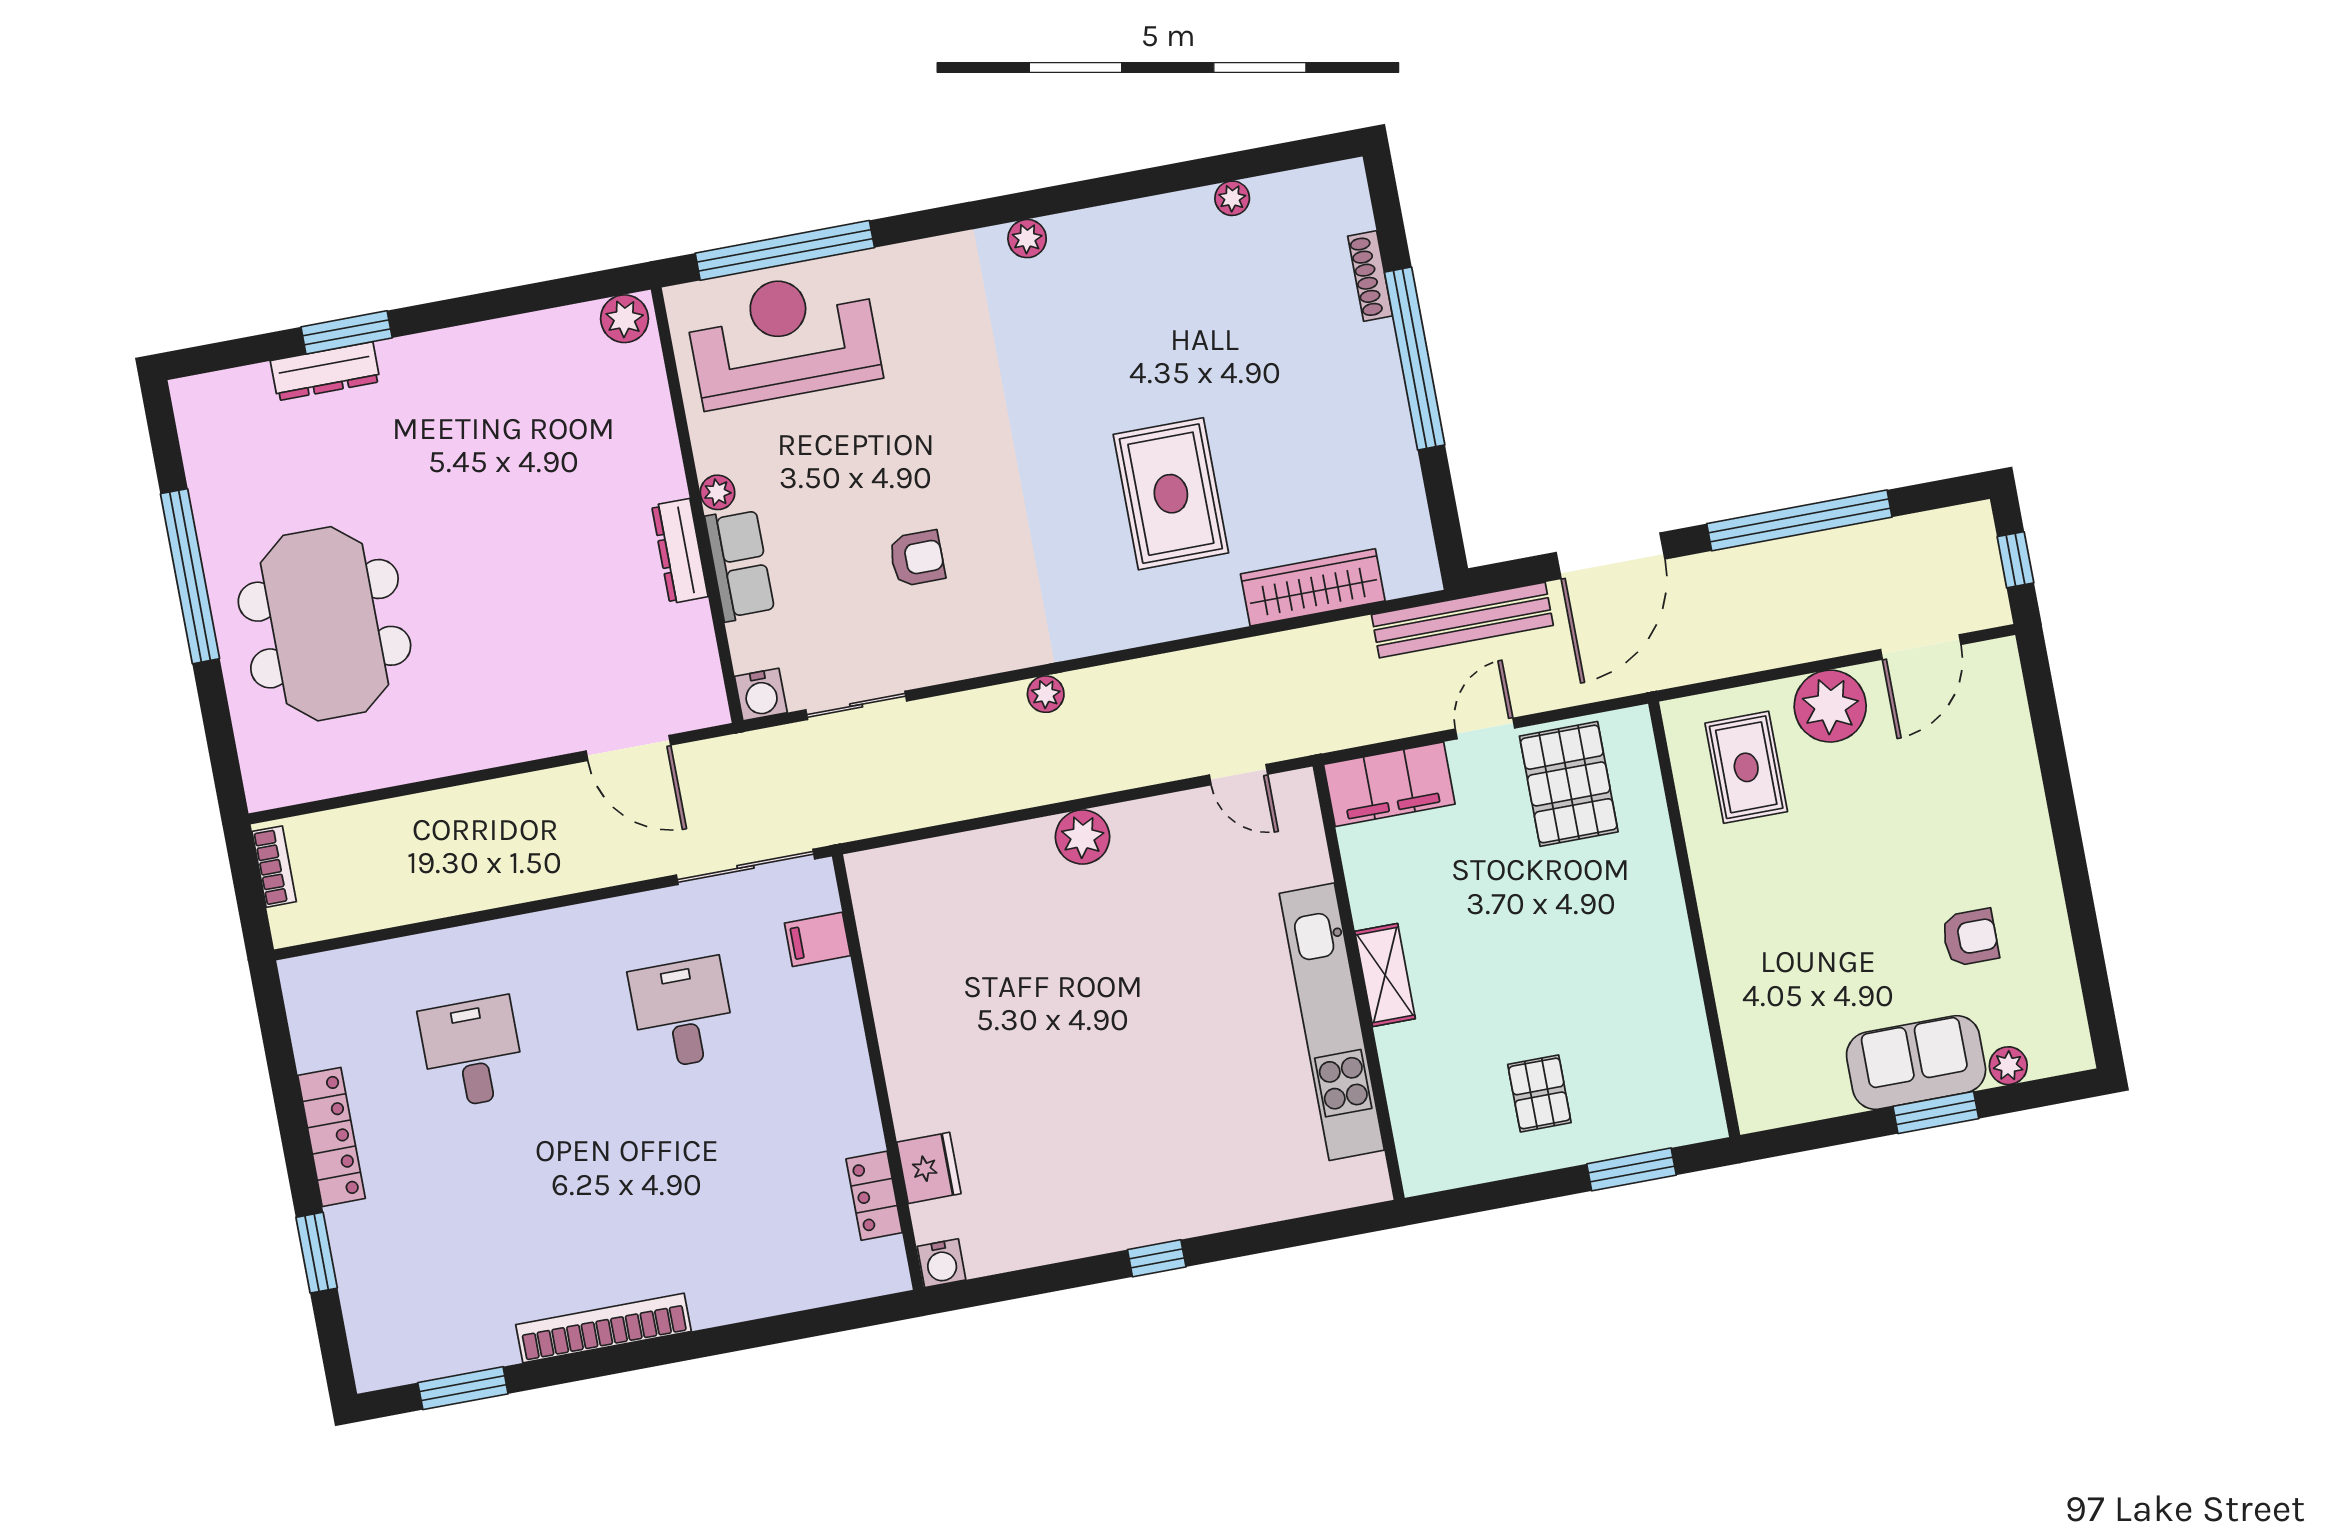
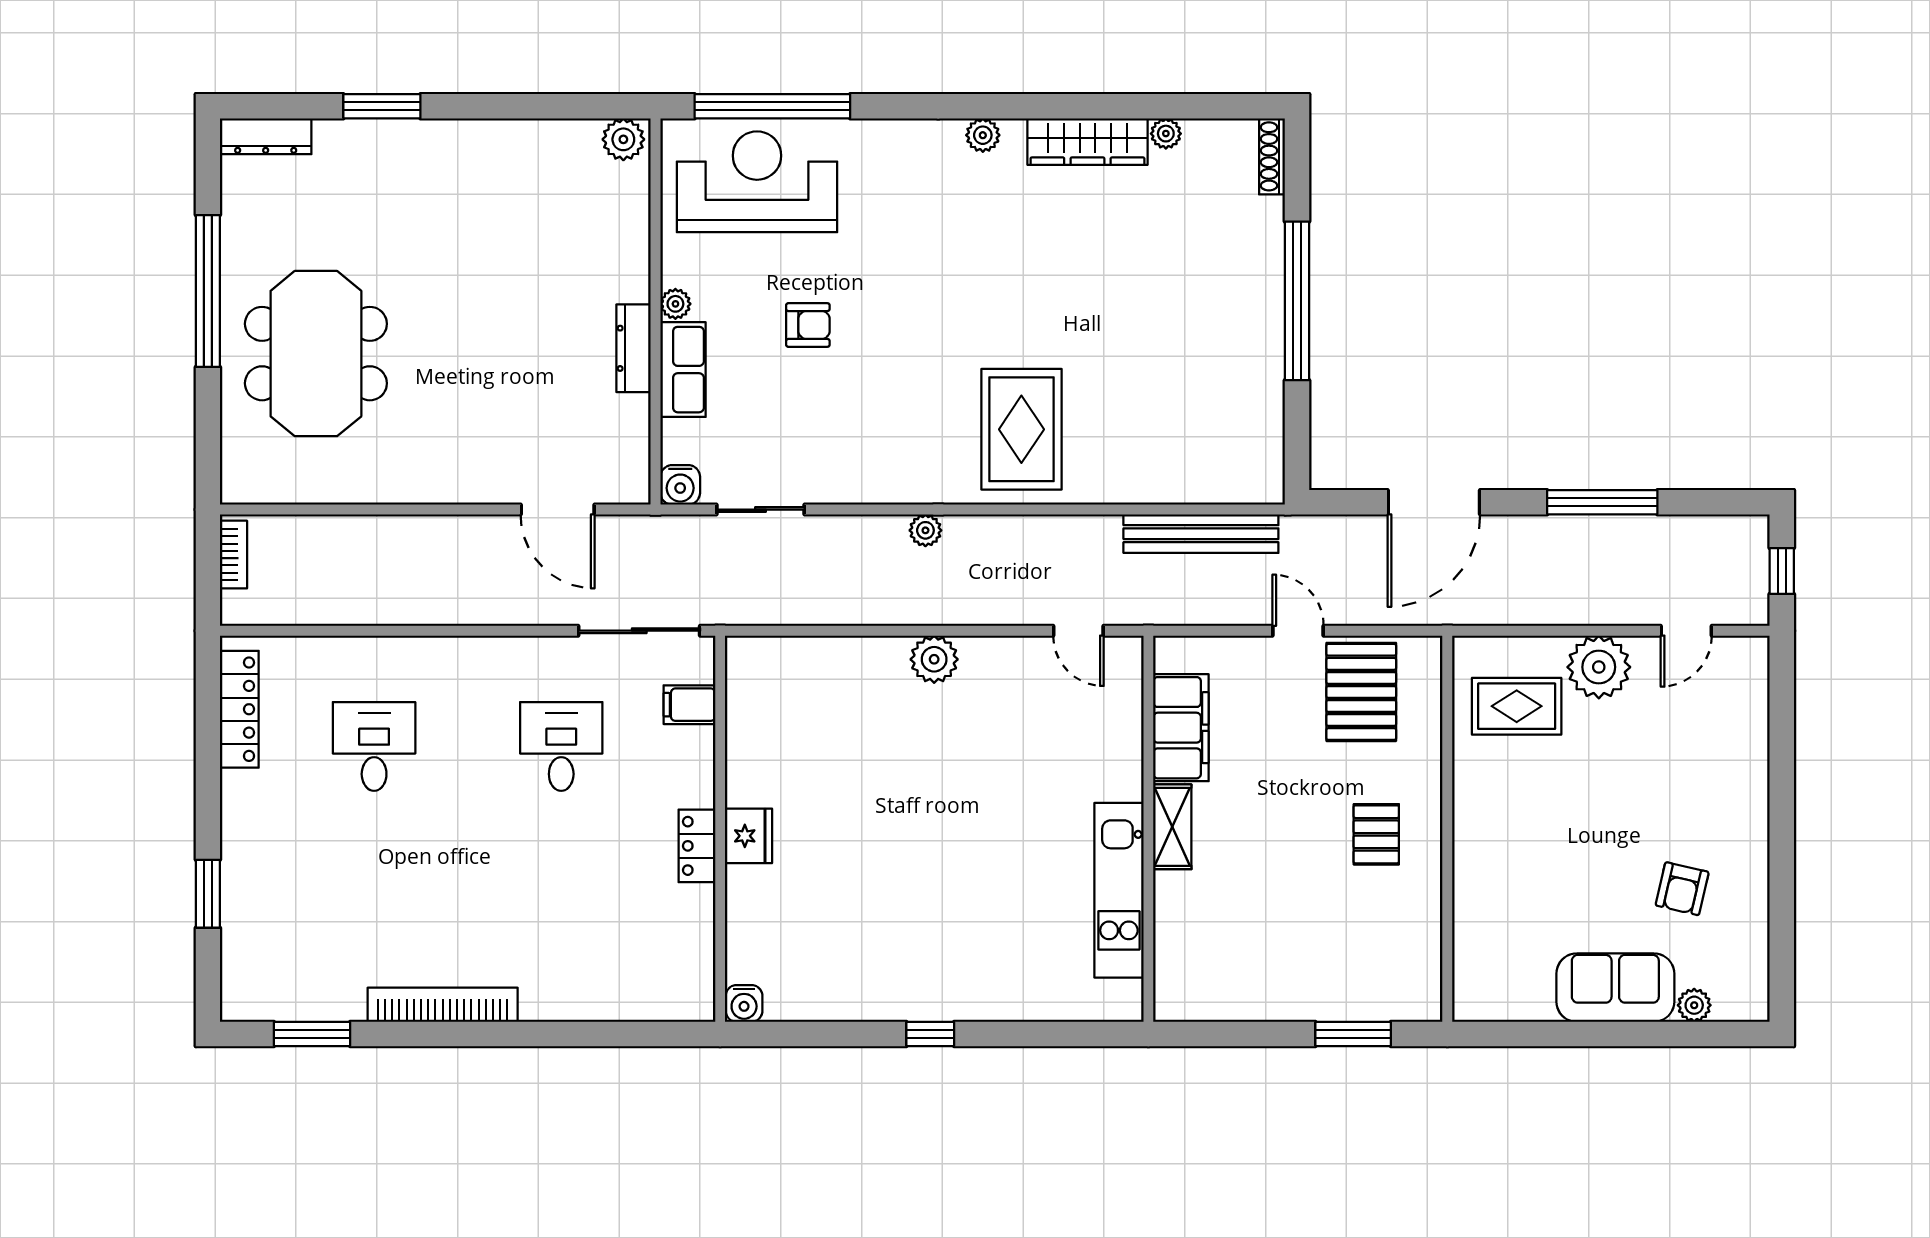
shoe rack: (1370, 276) -> (1272, 156), moved
dresser: (325, 371) -> (266, 136), moved
rug: (1171, 494) -> (1021, 429), moved
window: (1799, 520) -> (1602, 502), width x0.68
armchair: (917, 558) -> (808, 325), moved
wardrobe: (1313, 587) -> (1087, 142), moved, turned 180
bench: (1462, 620) -> (1201, 534), moved
door: (1921, 647) -> (1686, 631), width x0.73
door: (1485, 729) -> (1298, 631), hinge flipped
rug: (1746, 767) -> (1517, 706), turned 90
filing cabinet: (1389, 784) -> (1181, 728), moved, turned -90
armchair: (1970, 937) -> (1682, 889), turned 103
kitchen unit: (1332, 1022) -> (1119, 890), width x0.73
pallet: (1539, 1093) -> (1376, 834), moved
window: (1936, 1113) -> (1624, 1034), removed
locker: (332, 1137) -> (239, 709), moved
fridge: (929, 1168) -> (749, 836), moved
locker: (874, 1196) -> (697, 846), moved

